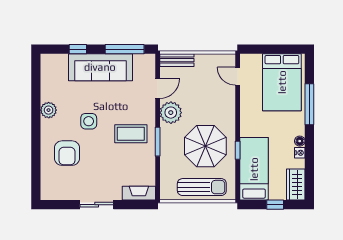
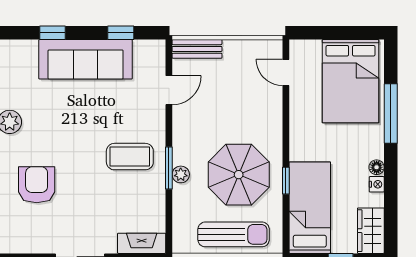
window: (125, 49) -> (121, 33), width x0.46
plant: (171, 113) -> (181, 174), moved, width x0.53, depth x0.53
side table: (89, 121) -> (68, 138), removed
armchair: (67, 153) -> (37, 185), turned 180

